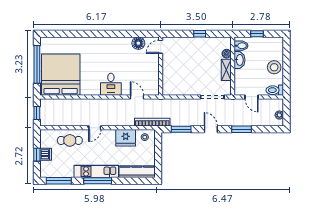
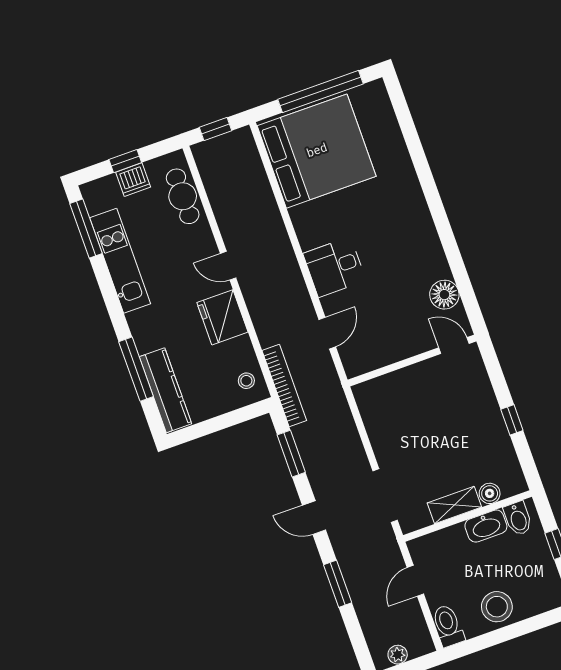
door: (211, 129) -> (314, 518), swing flipped
fridge: (126, 138) -> (222, 317), moved
cafe table: (70, 140) -> (183, 196), moved
kitchen unit: (96, 171) -> (120, 261), moved
window: (98, 181) -> (136, 369), moved

